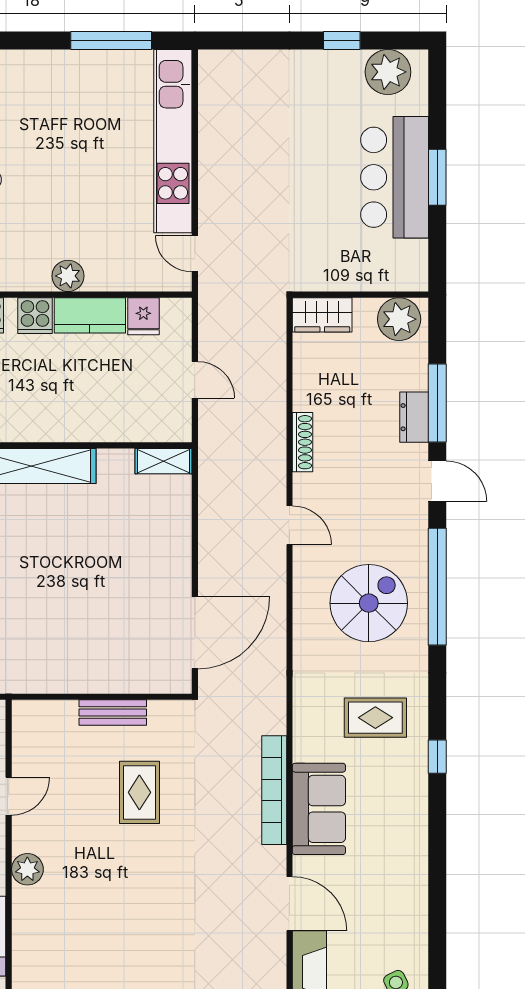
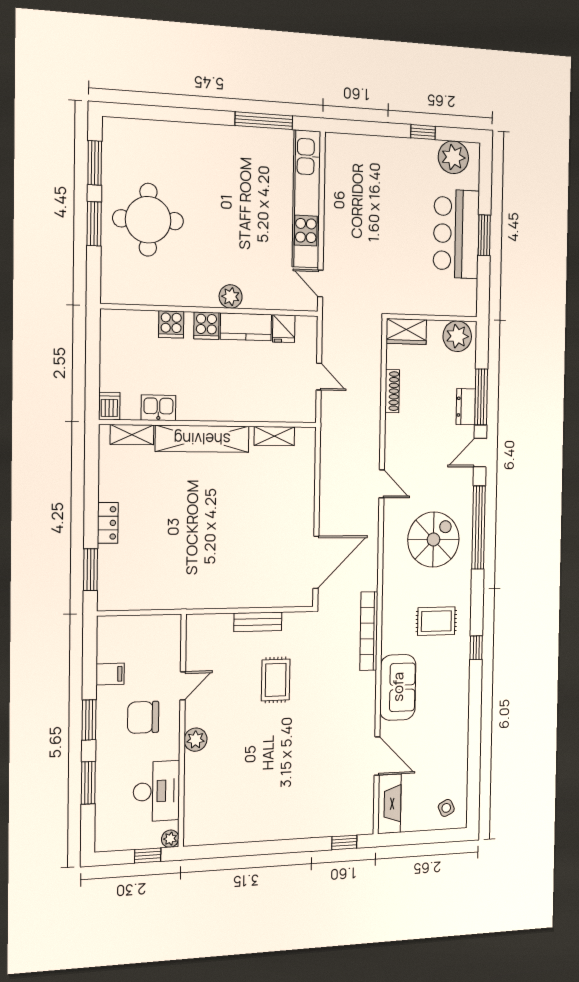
shoe rack: (303, 442) -> (392, 391), moved
shelving: (164, 461) -> (274, 436), moved
door: (437, 481) -> (480, 453), swing flipped
bookcase: (274, 790) -> (369, 631), moved

